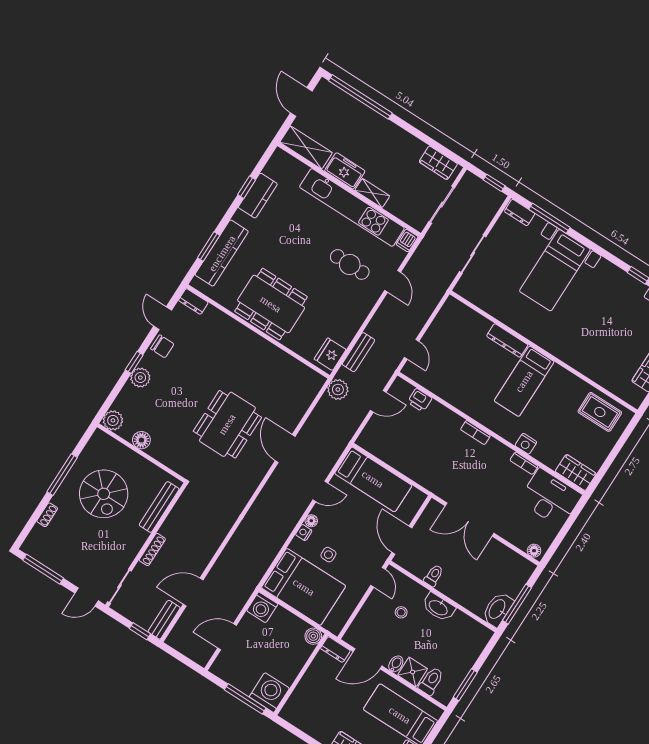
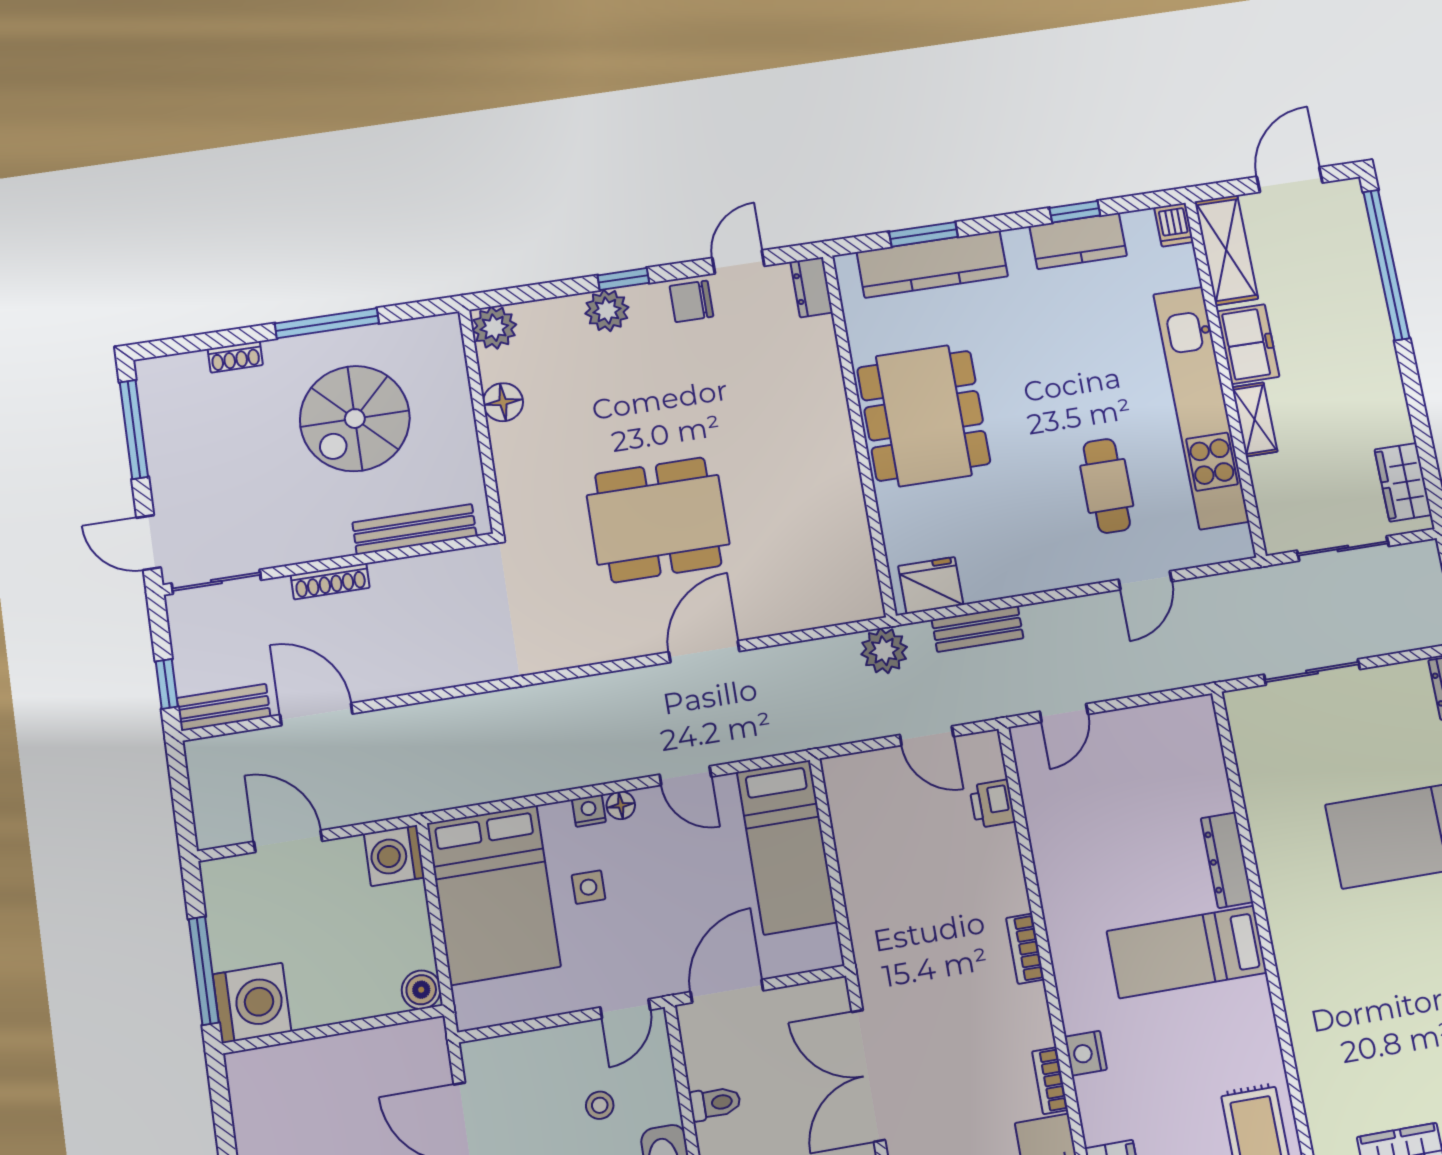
dishwasher: (407, 241) -> (1174, 225), moved, turned -90
chair: (162, 346) -> (691, 301), turned 90
dresser: (335, 650) -> (431, 1050), removed

